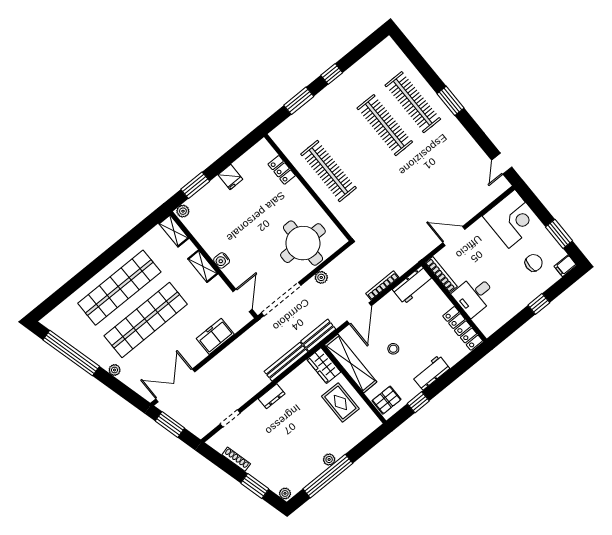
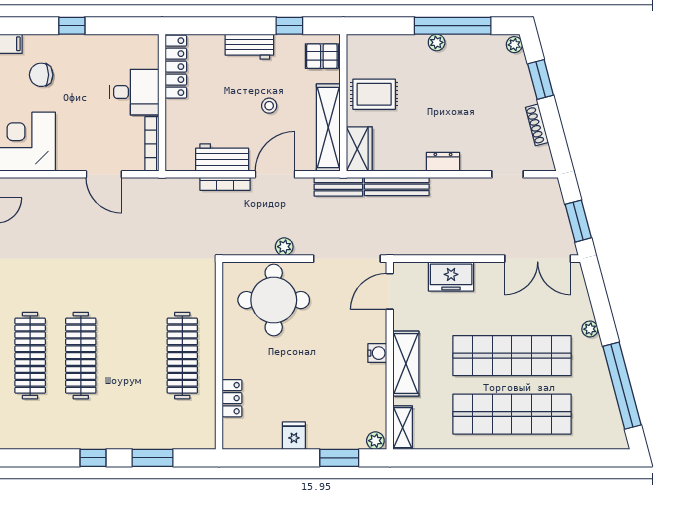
shelving: (203, 266) -> (406, 364), width x1.50, depth x1.33
workbench: (413, 285) -> (222, 158), moved
rug: (340, 403) -> (374, 94), turned 90

